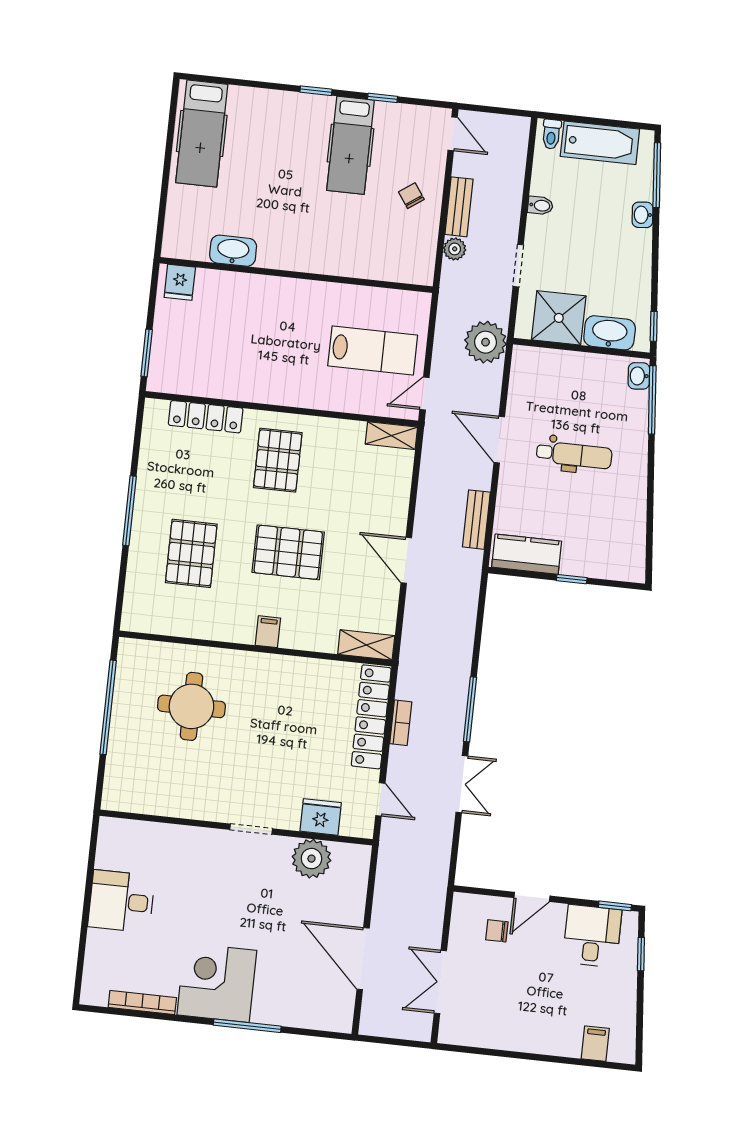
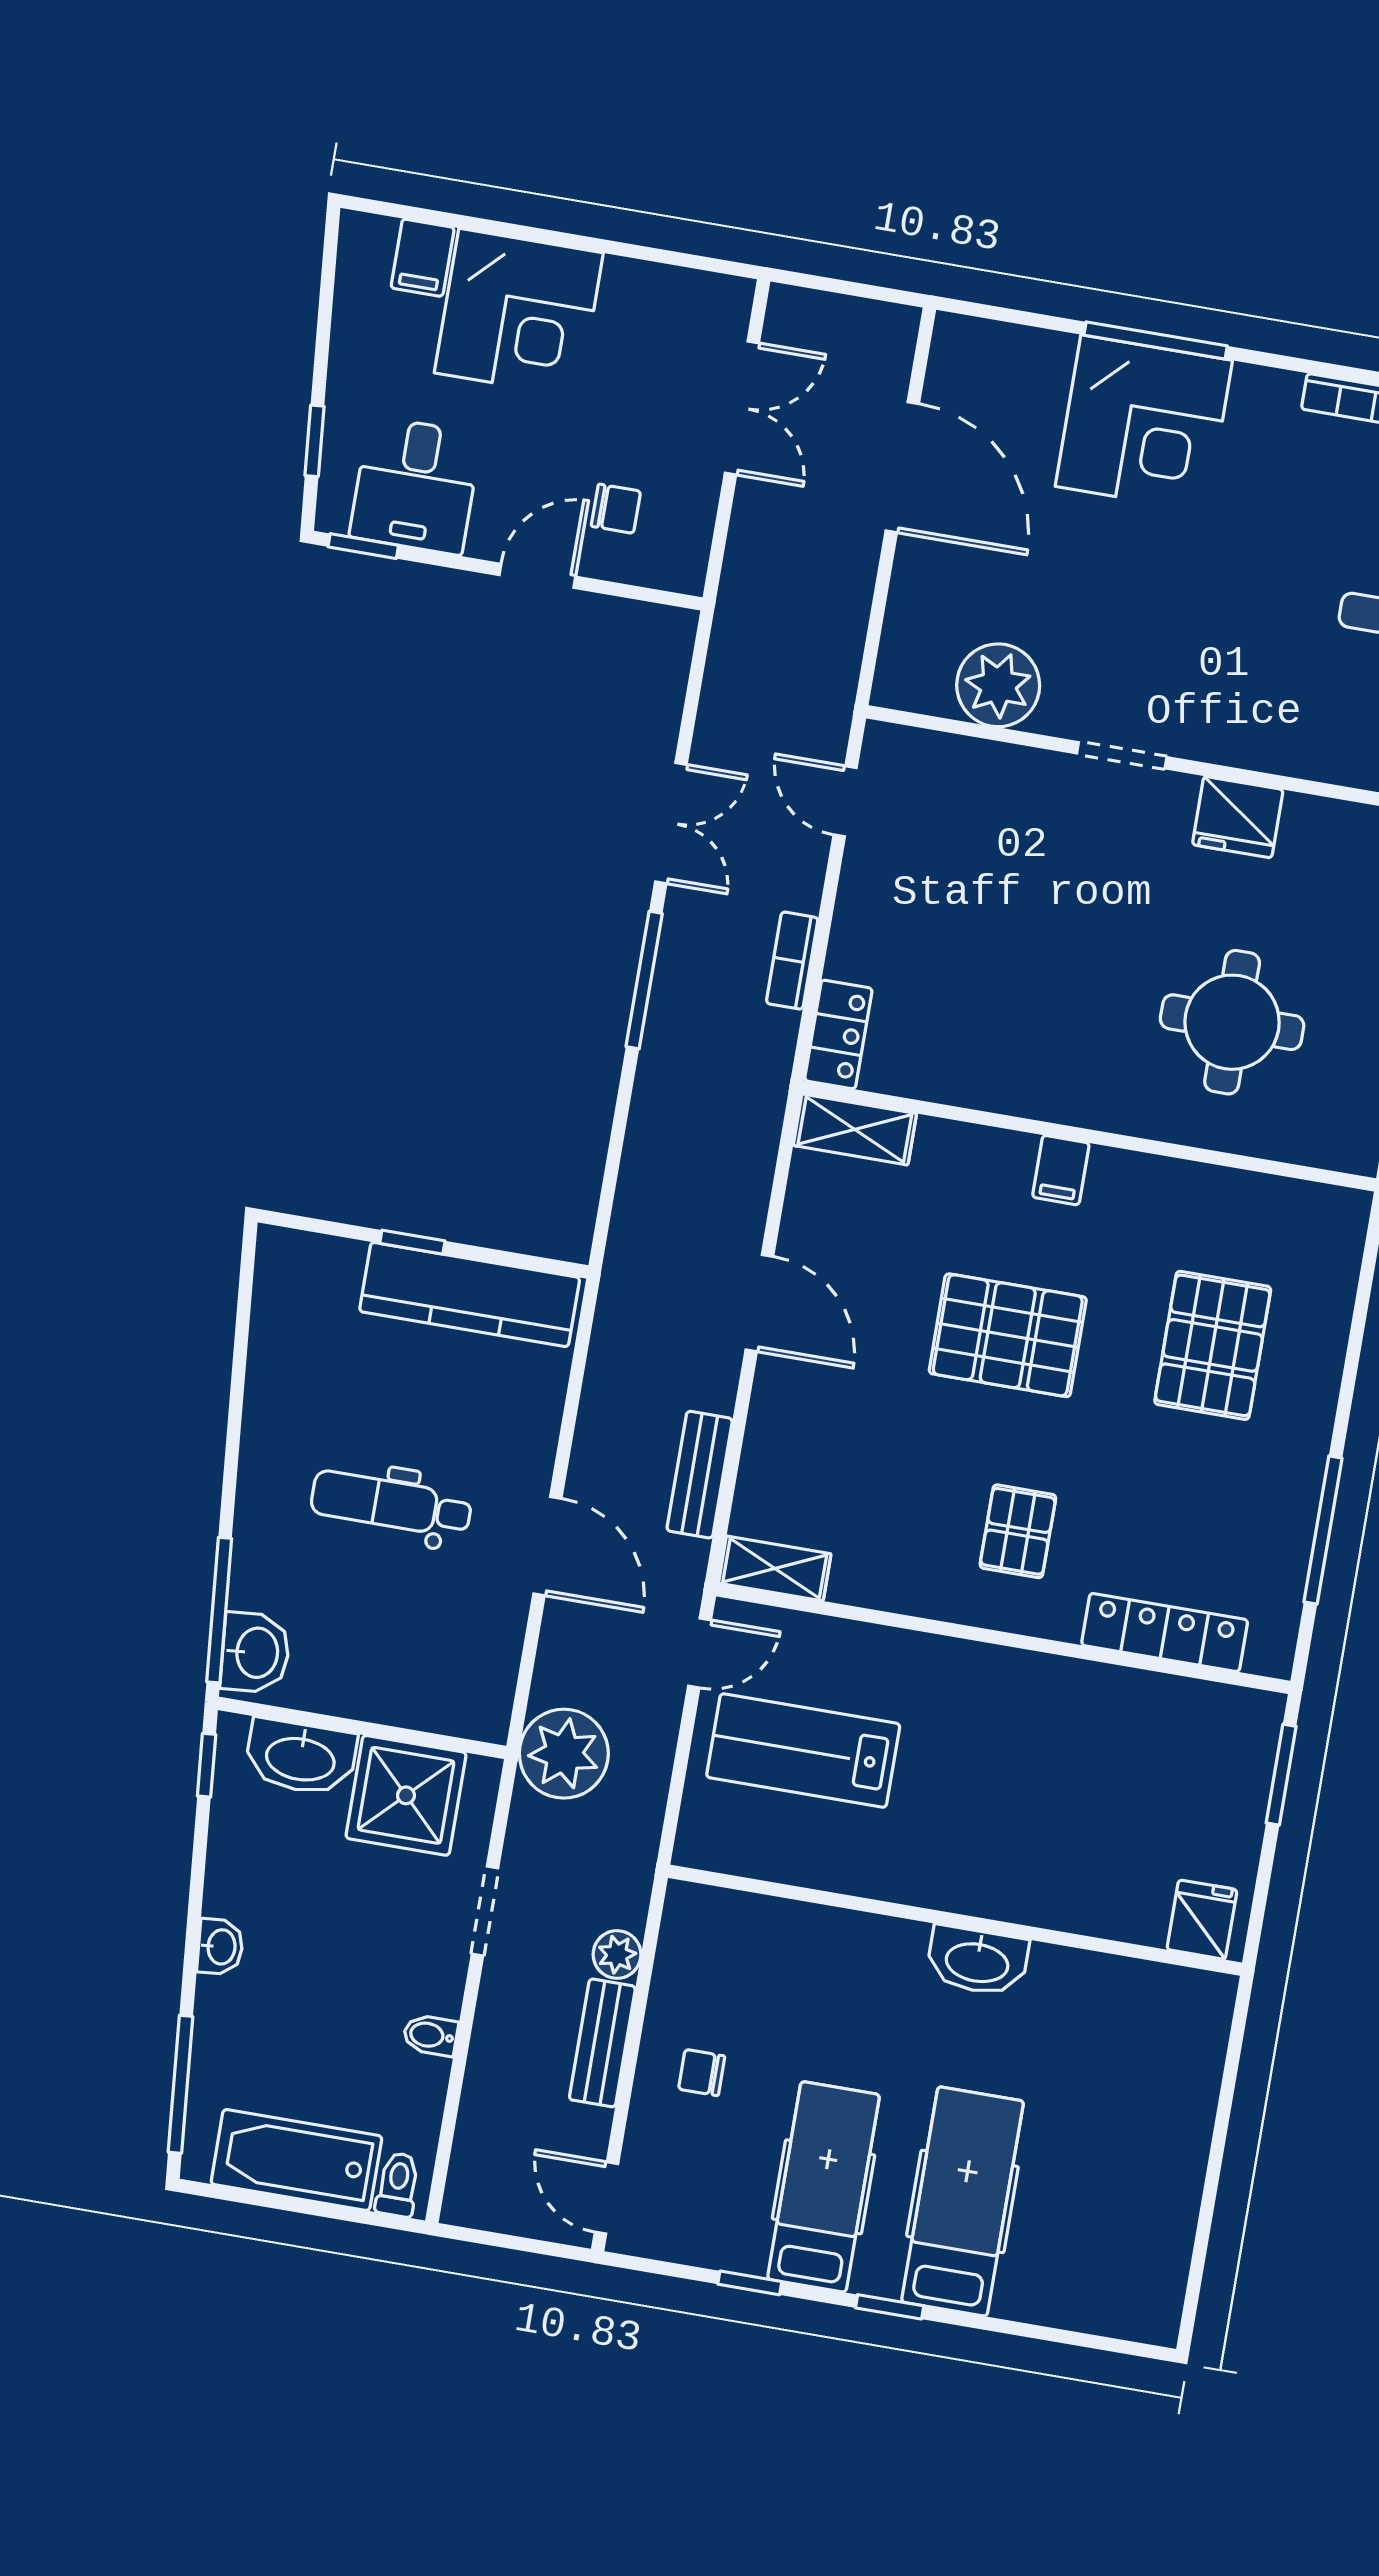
hospital bed: (202, 133) -> (962, 2201), moved
chair: (411, 196) -> (702, 2073), turned 125
washbasin: (643, 215) -> (220, 1947), moved
washbasin: (233, 251) -> (977, 1961), moved
washbasin: (639, 376) -> (255, 1653), width x1.38, depth x1.45
pallet: (278, 460) -> (1018, 1531), width x0.67, depth x0.71
window: (129, 511) -> (1323, 1530), moved
bench: (476, 520) -> (700, 1475), moved
kitchen counter: (527, 554) -> (470, 1295), width x1.50
locker: (371, 717) -> (838, 1034), width x0.46, depth x0.83
double door: (462, 784) -> (671, 823), swing flipped
fridge: (321, 817) -> (1238, 817), moved
corner desk: (217, 983) -> (1144, 423), moved
corner desk: (548, 1020) -> (519, 313), added

